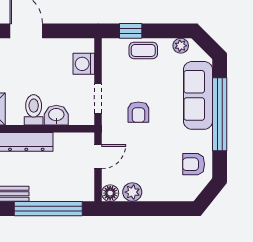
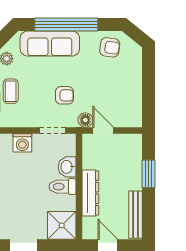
armchair: (194, 164) -> (110, 47), turned -82
plant: (132, 192) -> (134, 101), removed
floor lamp: (110, 193) -> (85, 120), moved
window: (48, 209) -> (148, 174), width x0.47

